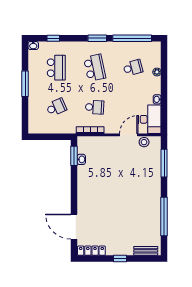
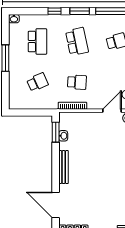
window: (53, 38) -> (55, 11), moved
bench: (82, 190) -> (64, 167), added

